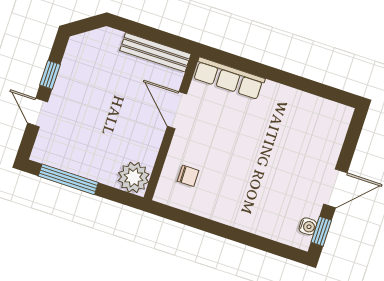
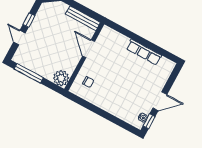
row of seats: (229, 78) -> (144, 52), moved

